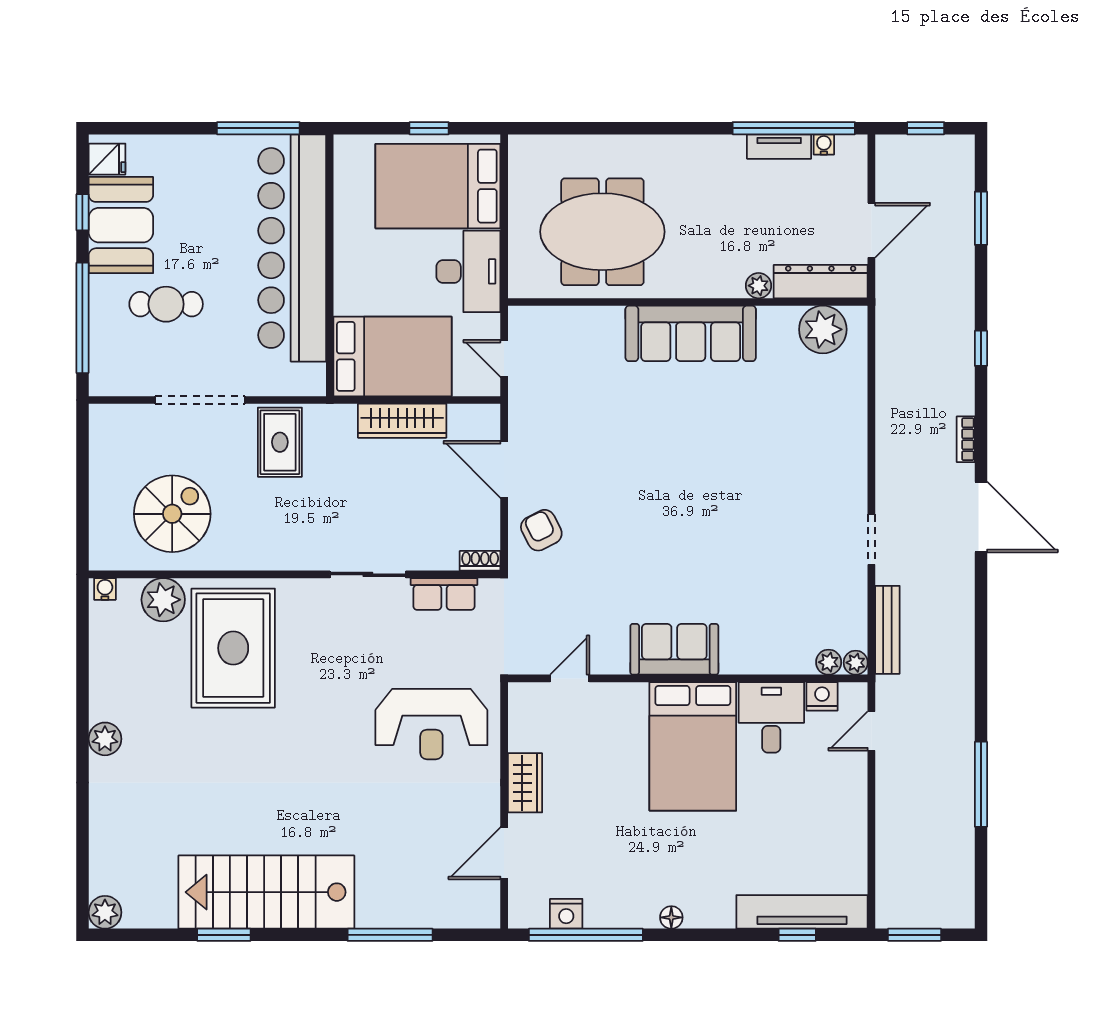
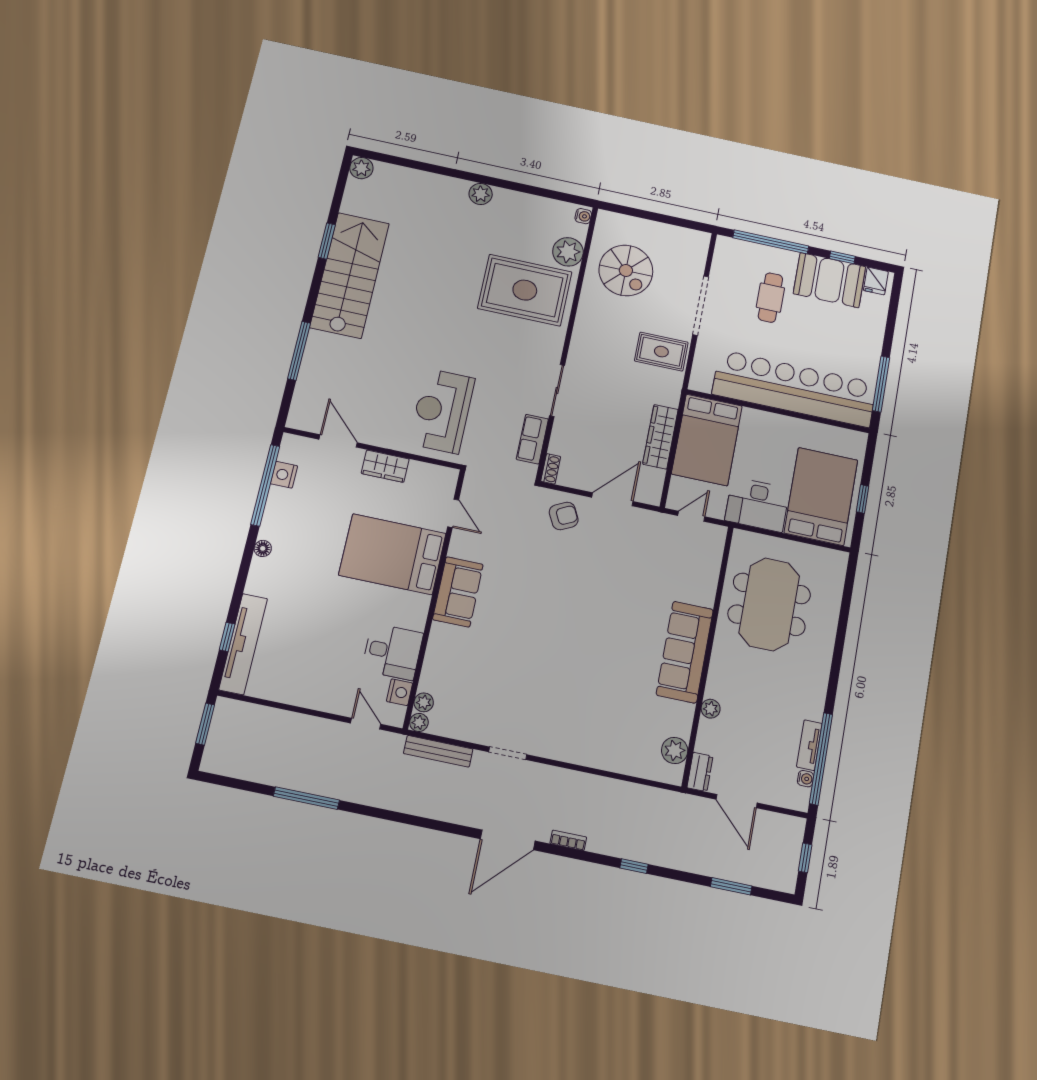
dresser: (821, 282) -> (700, 772), width x0.51, depth x0.80
plant: (823, 329) -> (675, 750), width x0.73, depth x0.73
bed: (693, 746) -> (392, 554), moved

